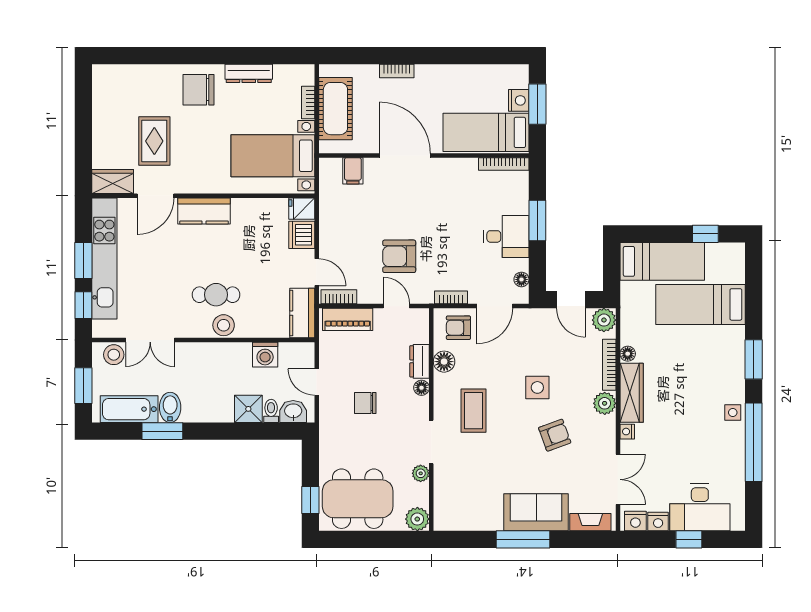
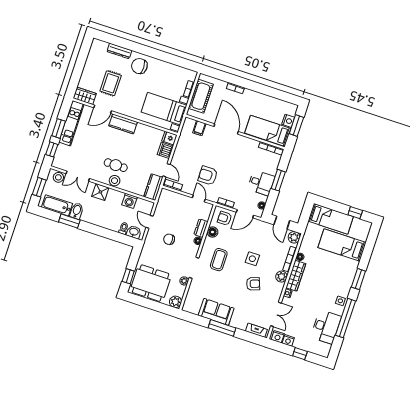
dresser: (249, 73) -> (119, 51), moved
kitchen unit: (104, 259) -> (71, 123), width x0.73
piano: (348, 319) -> (174, 197), removed
shower: (248, 409) -> (100, 192), moved
desk: (700, 507) -> (326, 327), moved, turned -90
sofa: (536, 512) -> (216, 312), moved

